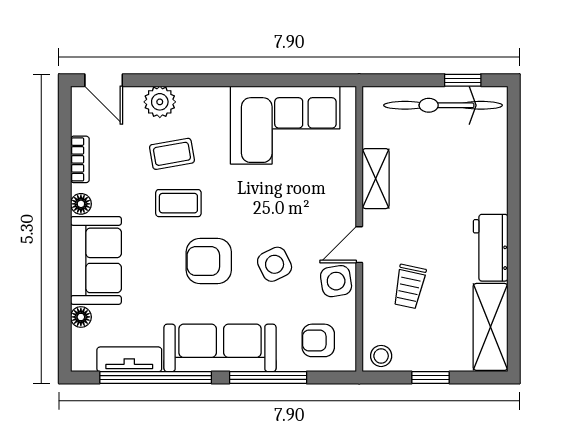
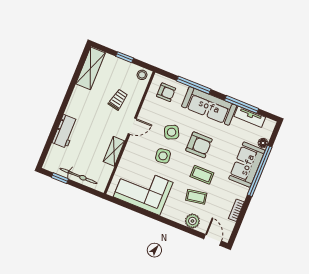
bicycle: (443, 105) -> (78, 176), width x0.73, depth x0.71
floor lamp: (81, 204) -> (244, 191), removed
workbench: (491, 248) -> (65, 131), moved
window: (65, 258) -> (260, 171), added
side table: (336, 281) -> (163, 156), moved
window: (156, 378) -> (242, 104), width x0.68

